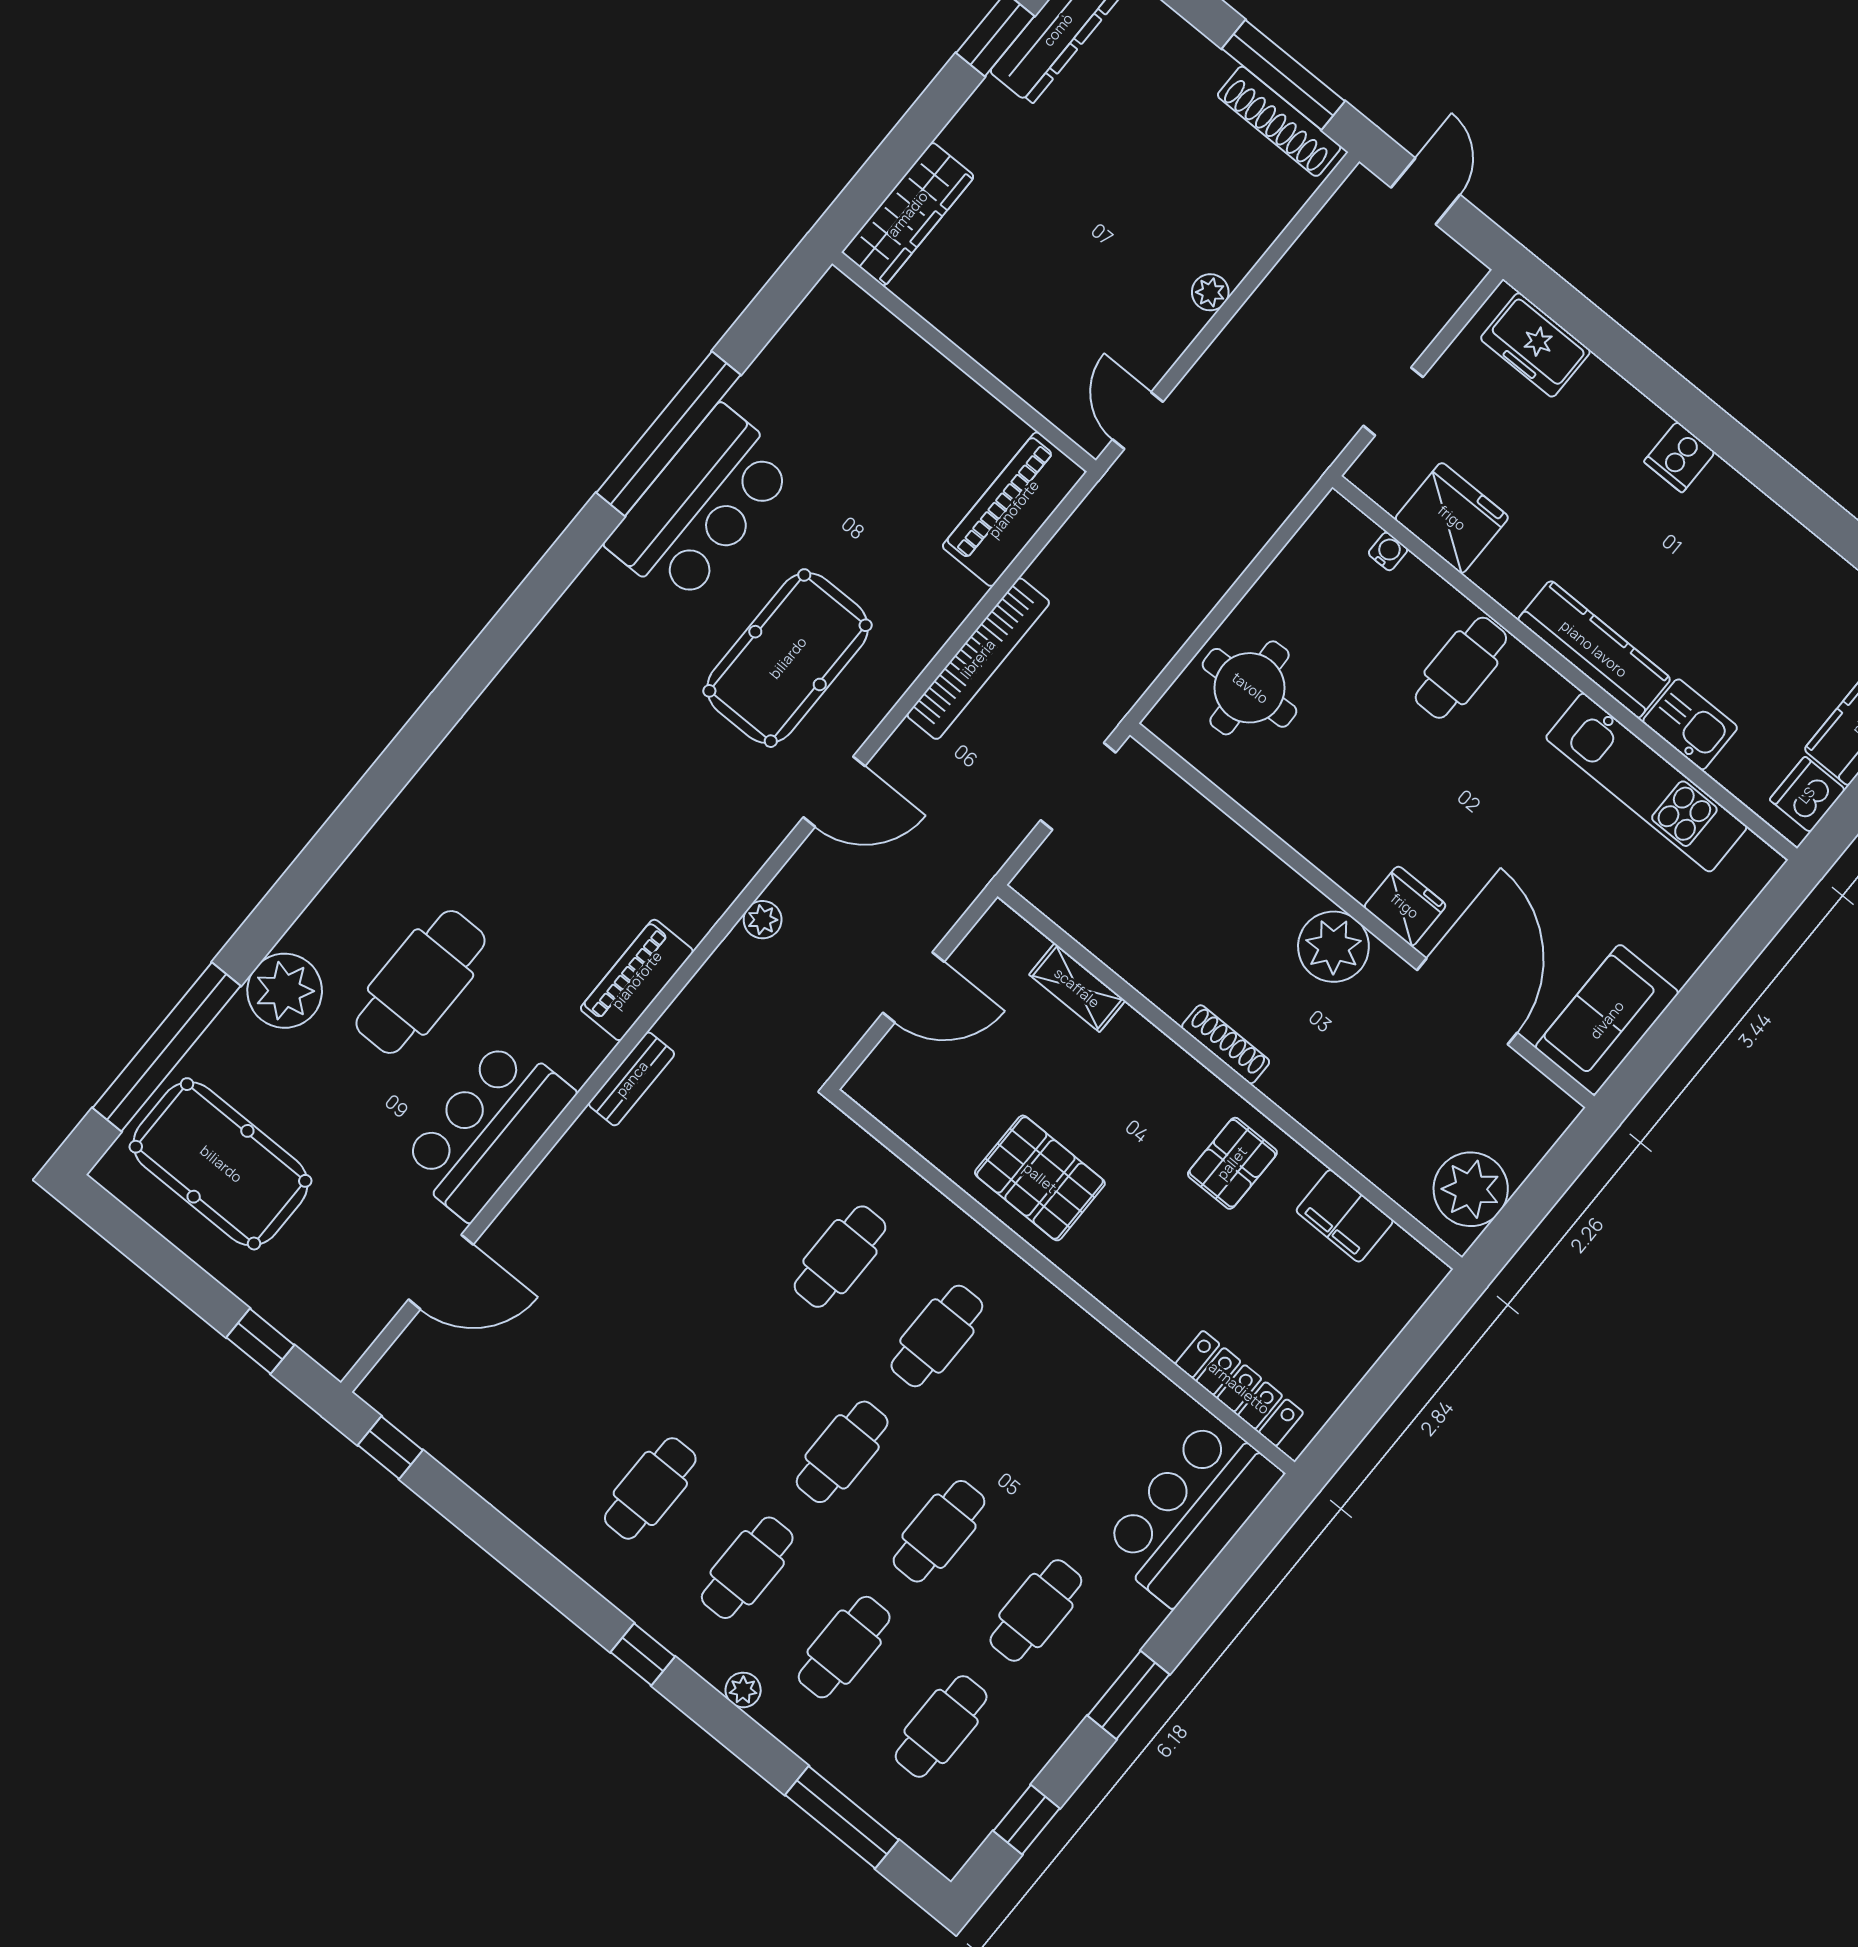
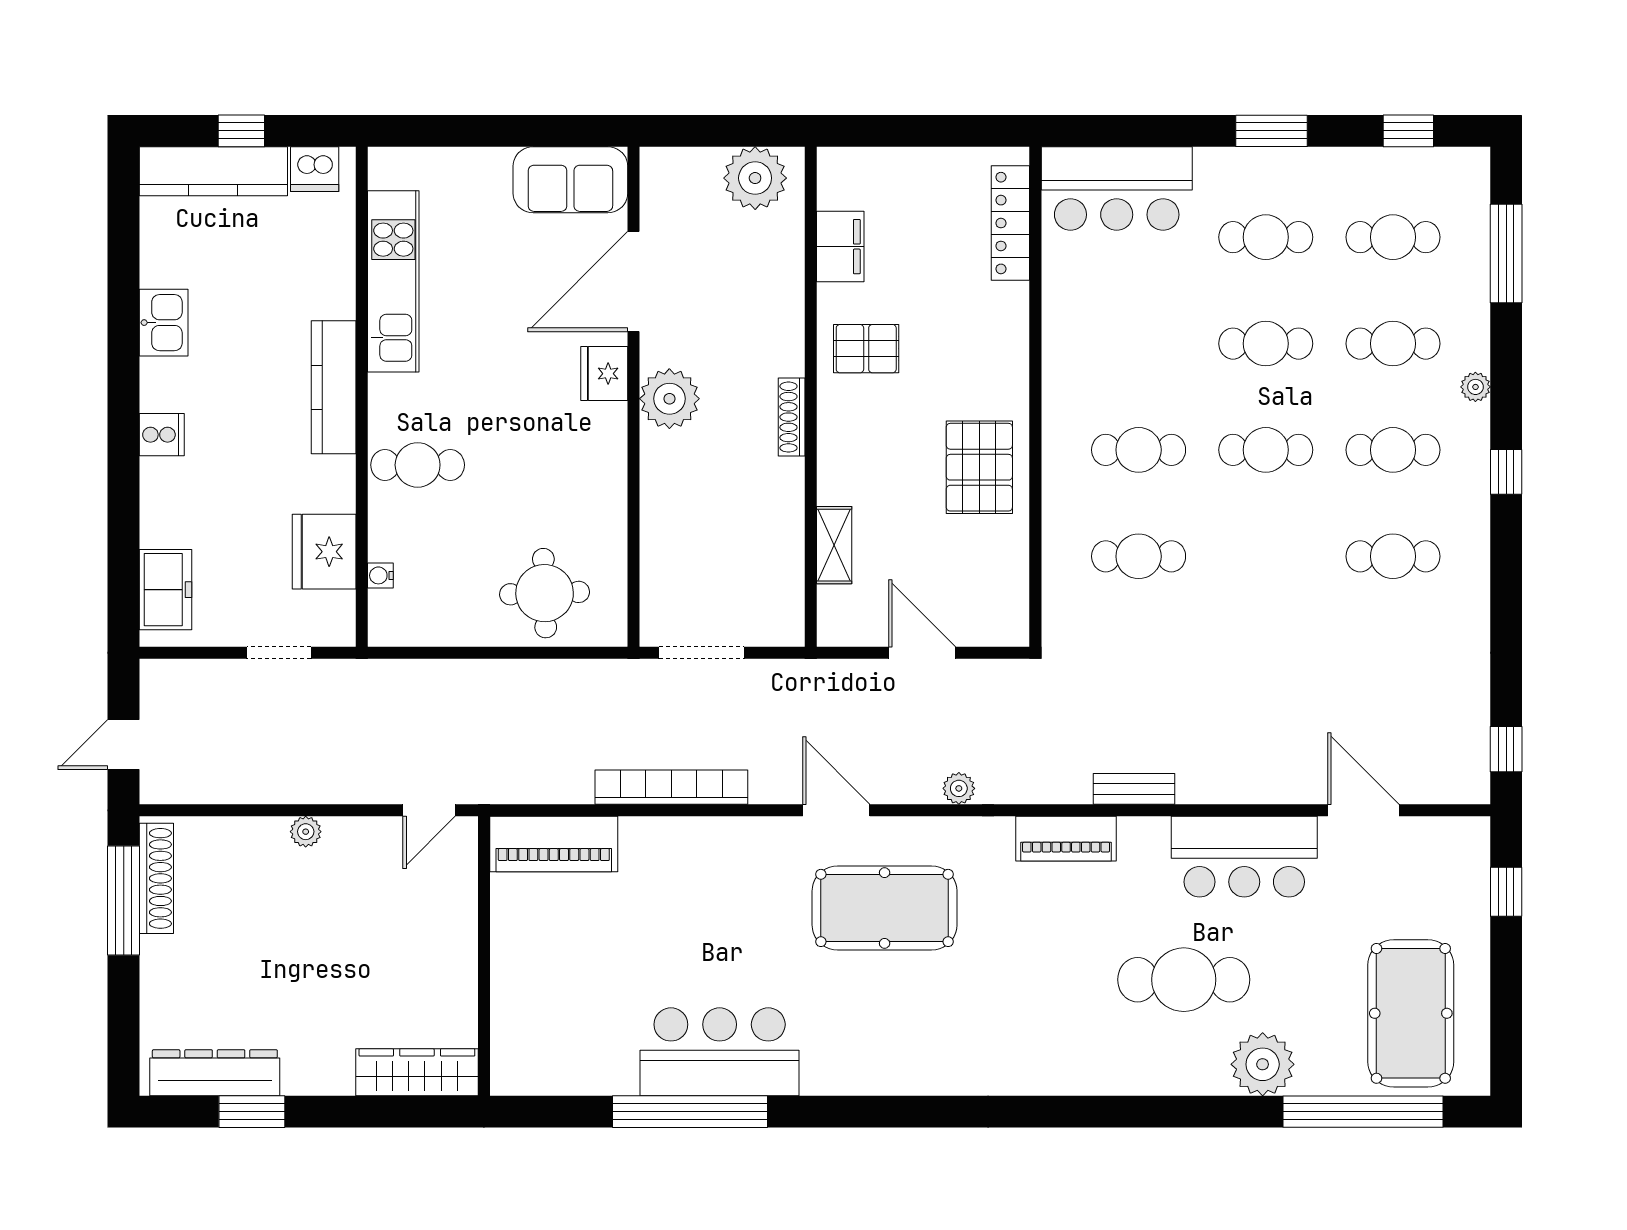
pool table: (788, 658) -> (885, 908), moved
kitchen sink: (1690, 724) -> (164, 323), moved, turned 180

